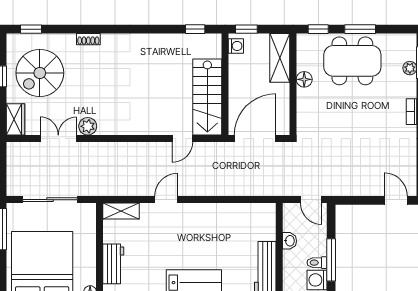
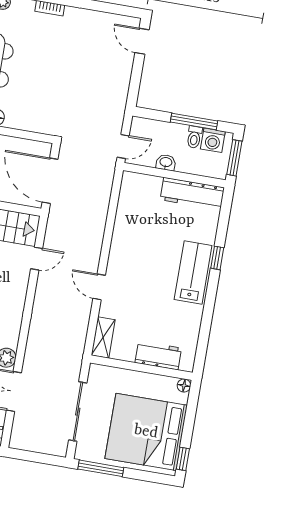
door: (182, 139) -> (37, 259), hinge flipped
door: (311, 200) -> (123, 146), moved
door: (396, 200) -> (142, 41), hinge flipped

